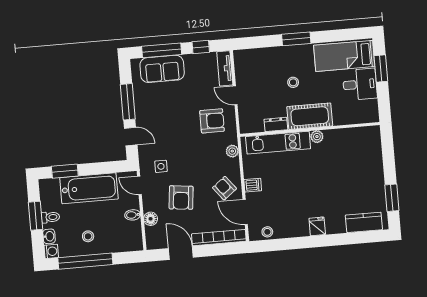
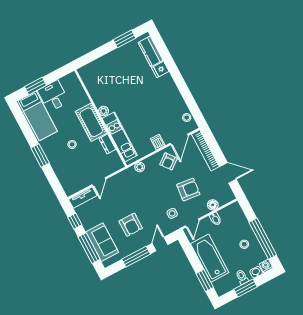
armchair: (212, 121) -> (131, 225), moved, turned 180
fridge: (317, 226) -> (160, 70), moved
door: (181, 253) -> (228, 173), swing flipped

